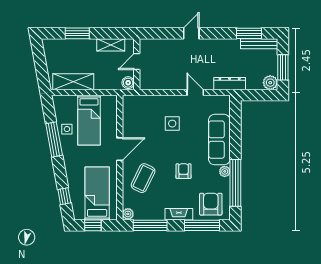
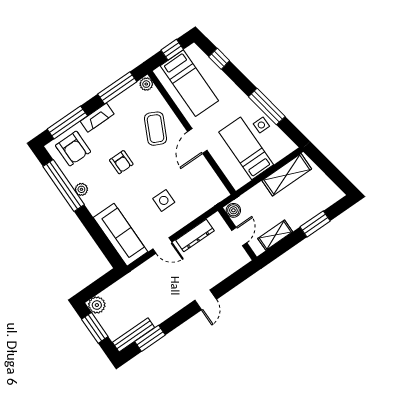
dresser: (230, 84) -> (195, 236), moved
sofa: (219, 140) -> (120, 235), moved

